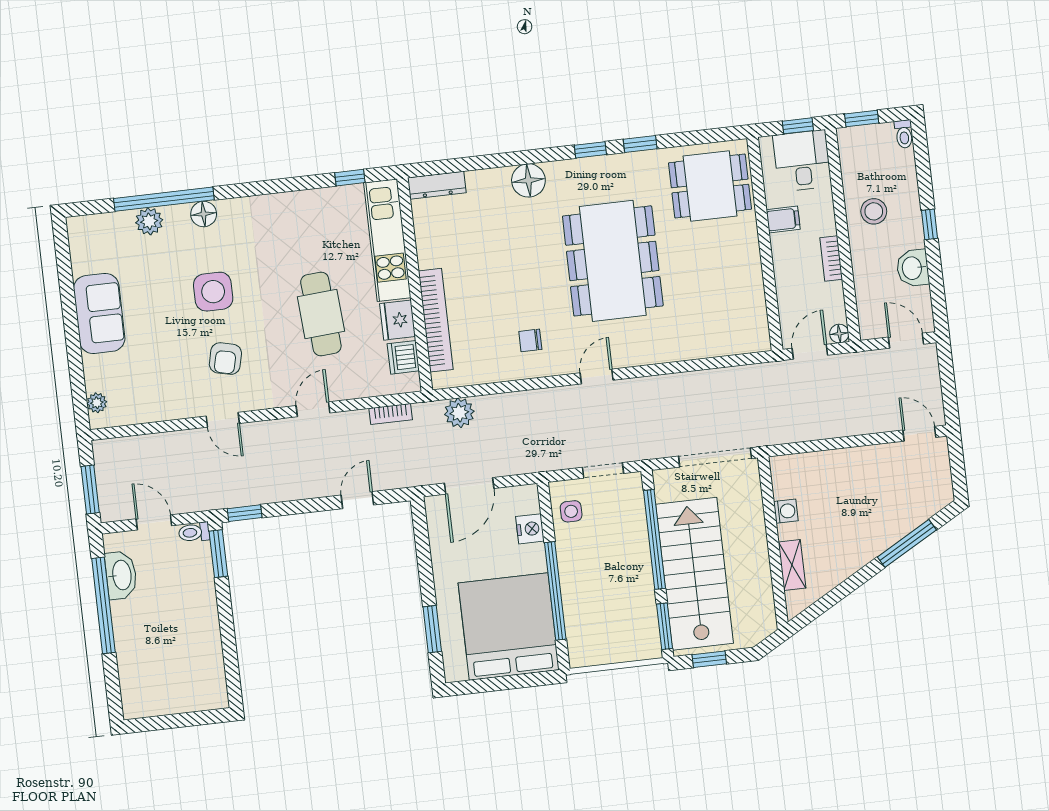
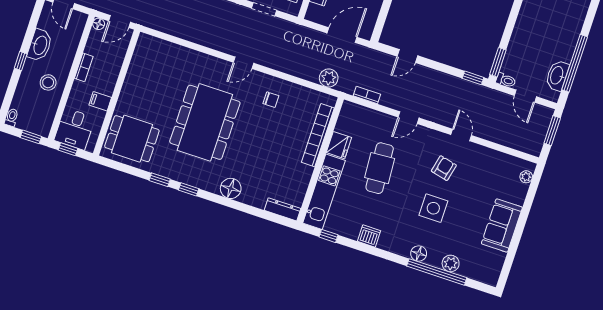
washbasin: (913, 268) -> (40, 45), width x1.38
dishwasher: (403, 357) -> (369, 236), moved, turned -90

